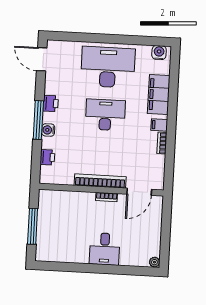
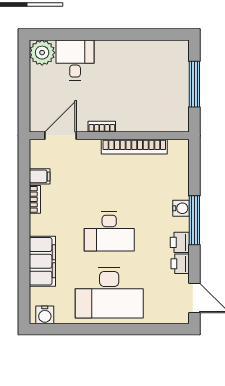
filing cabinet: (159, 125) -> (40, 176), moved
printer: (47, 157) -> (180, 264), moved
bookcase: (100, 181) -> (134, 147), moved
desk: (105, 249) -> (75, 60), moved
plant: (154, 262) -> (42, 53), width x1.87, depth x1.87

